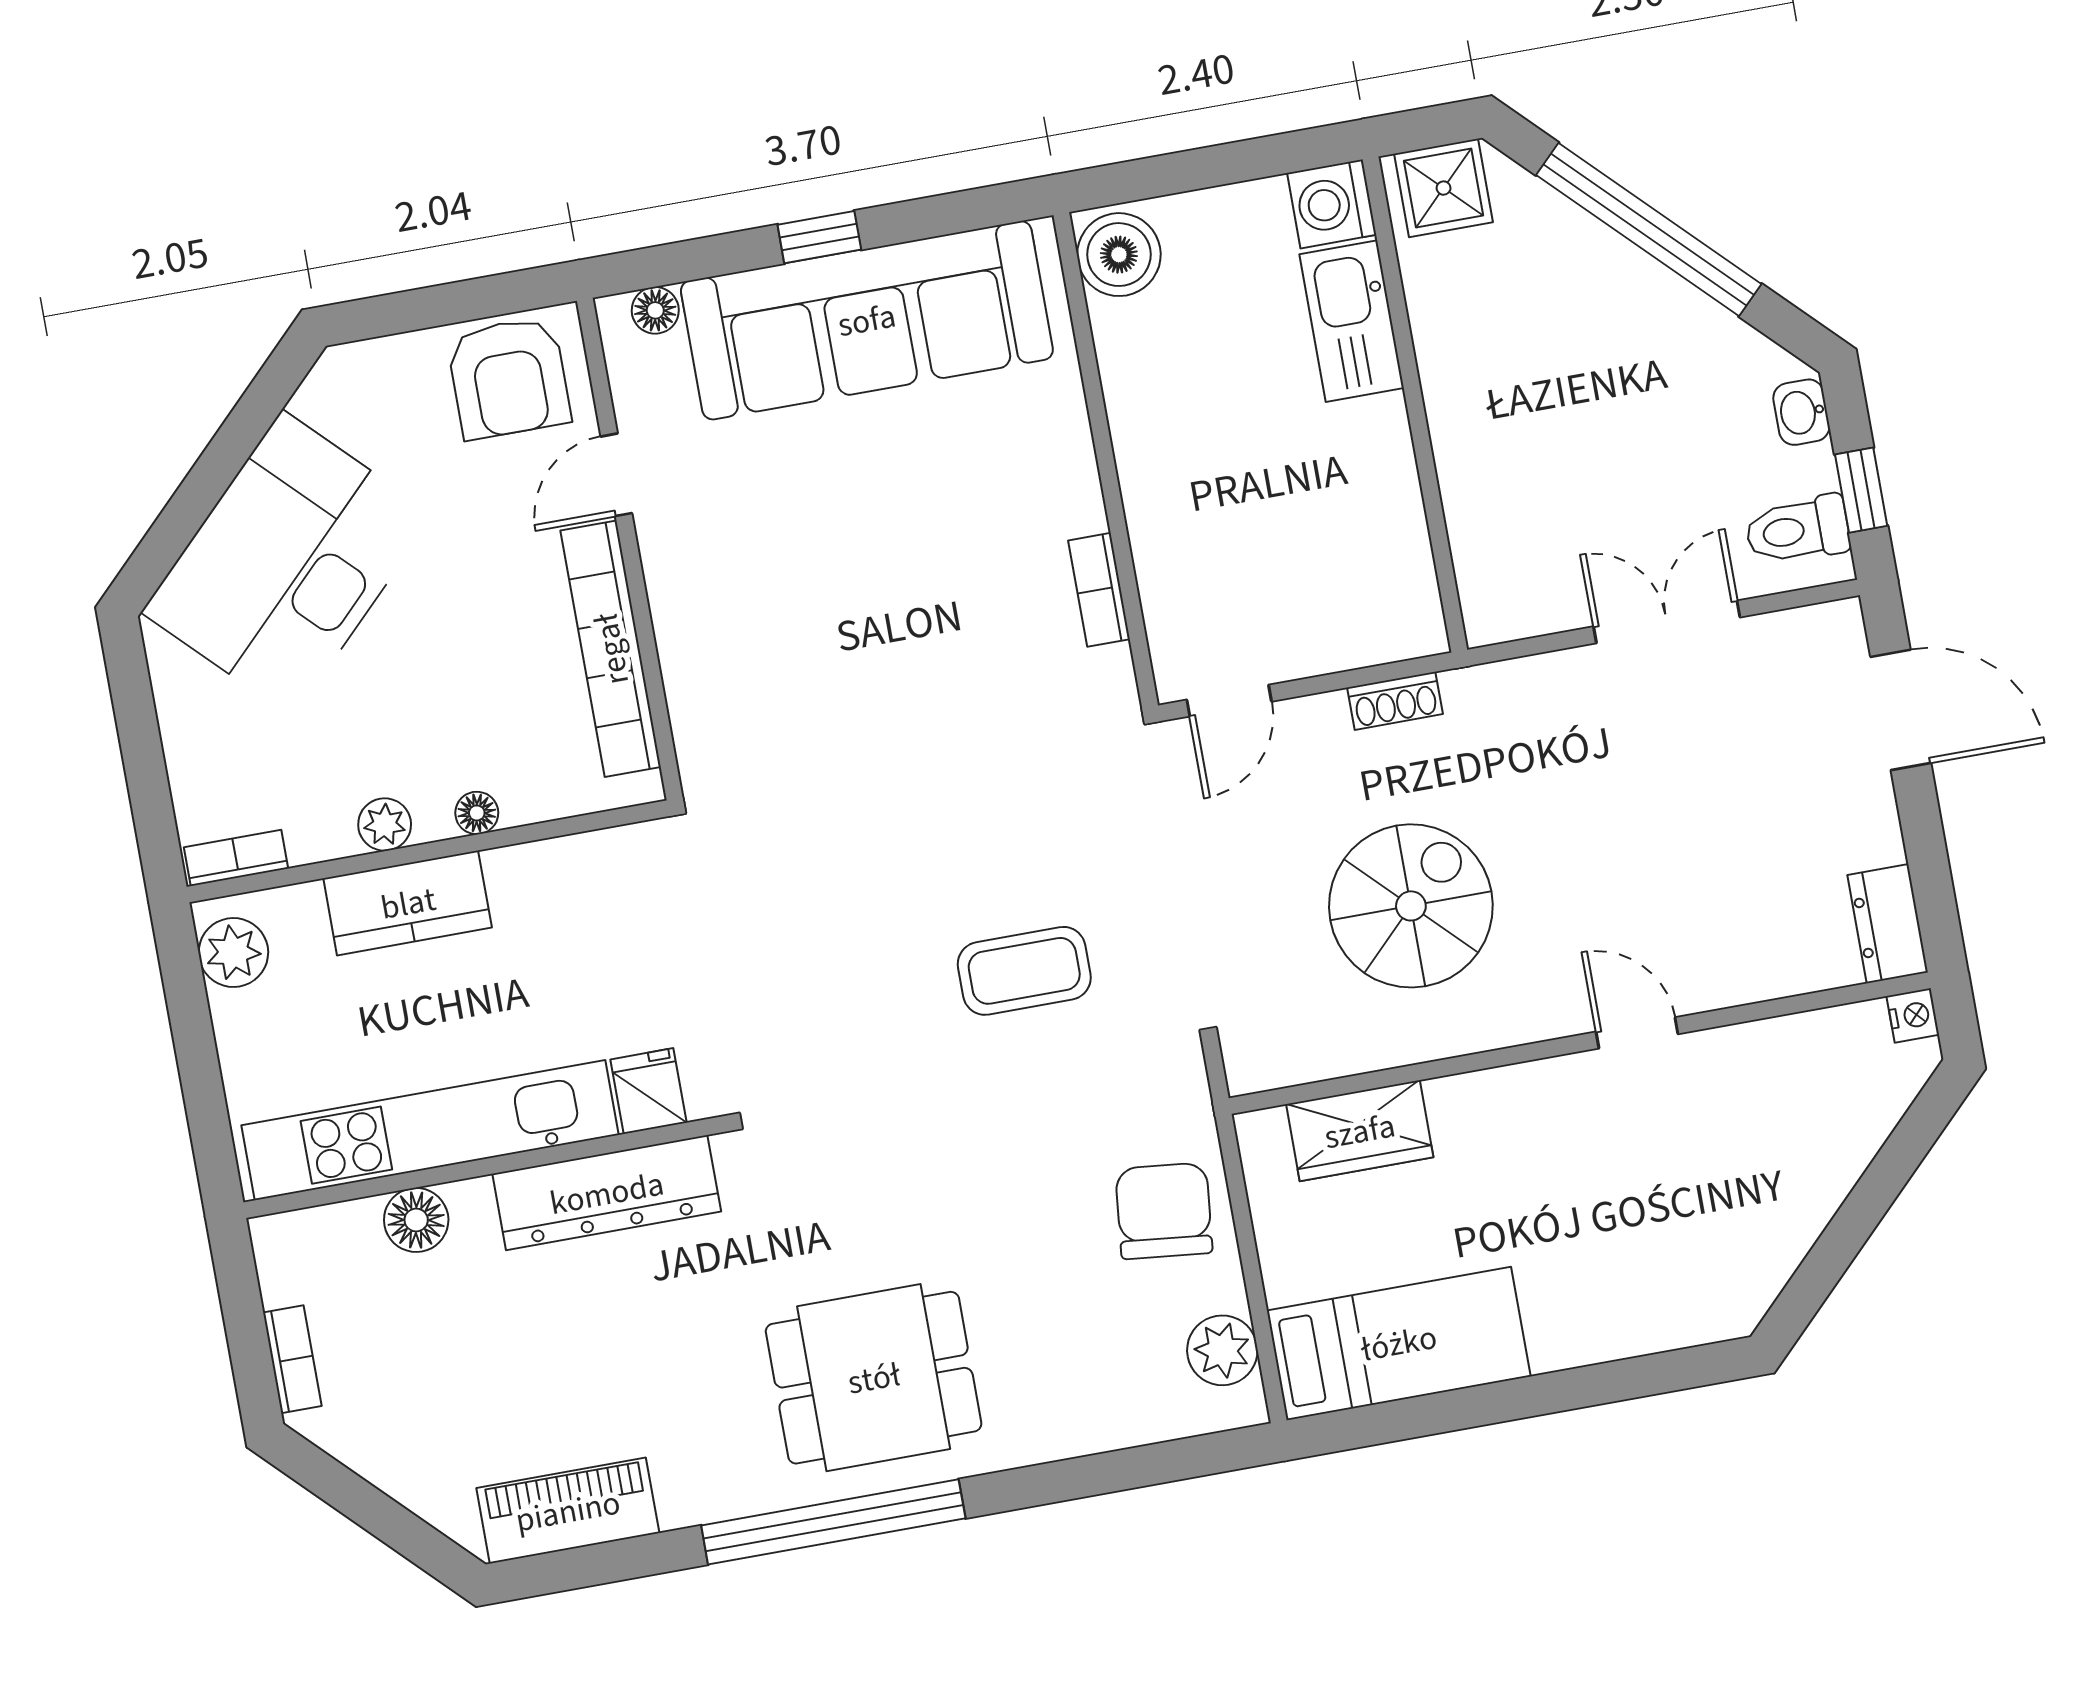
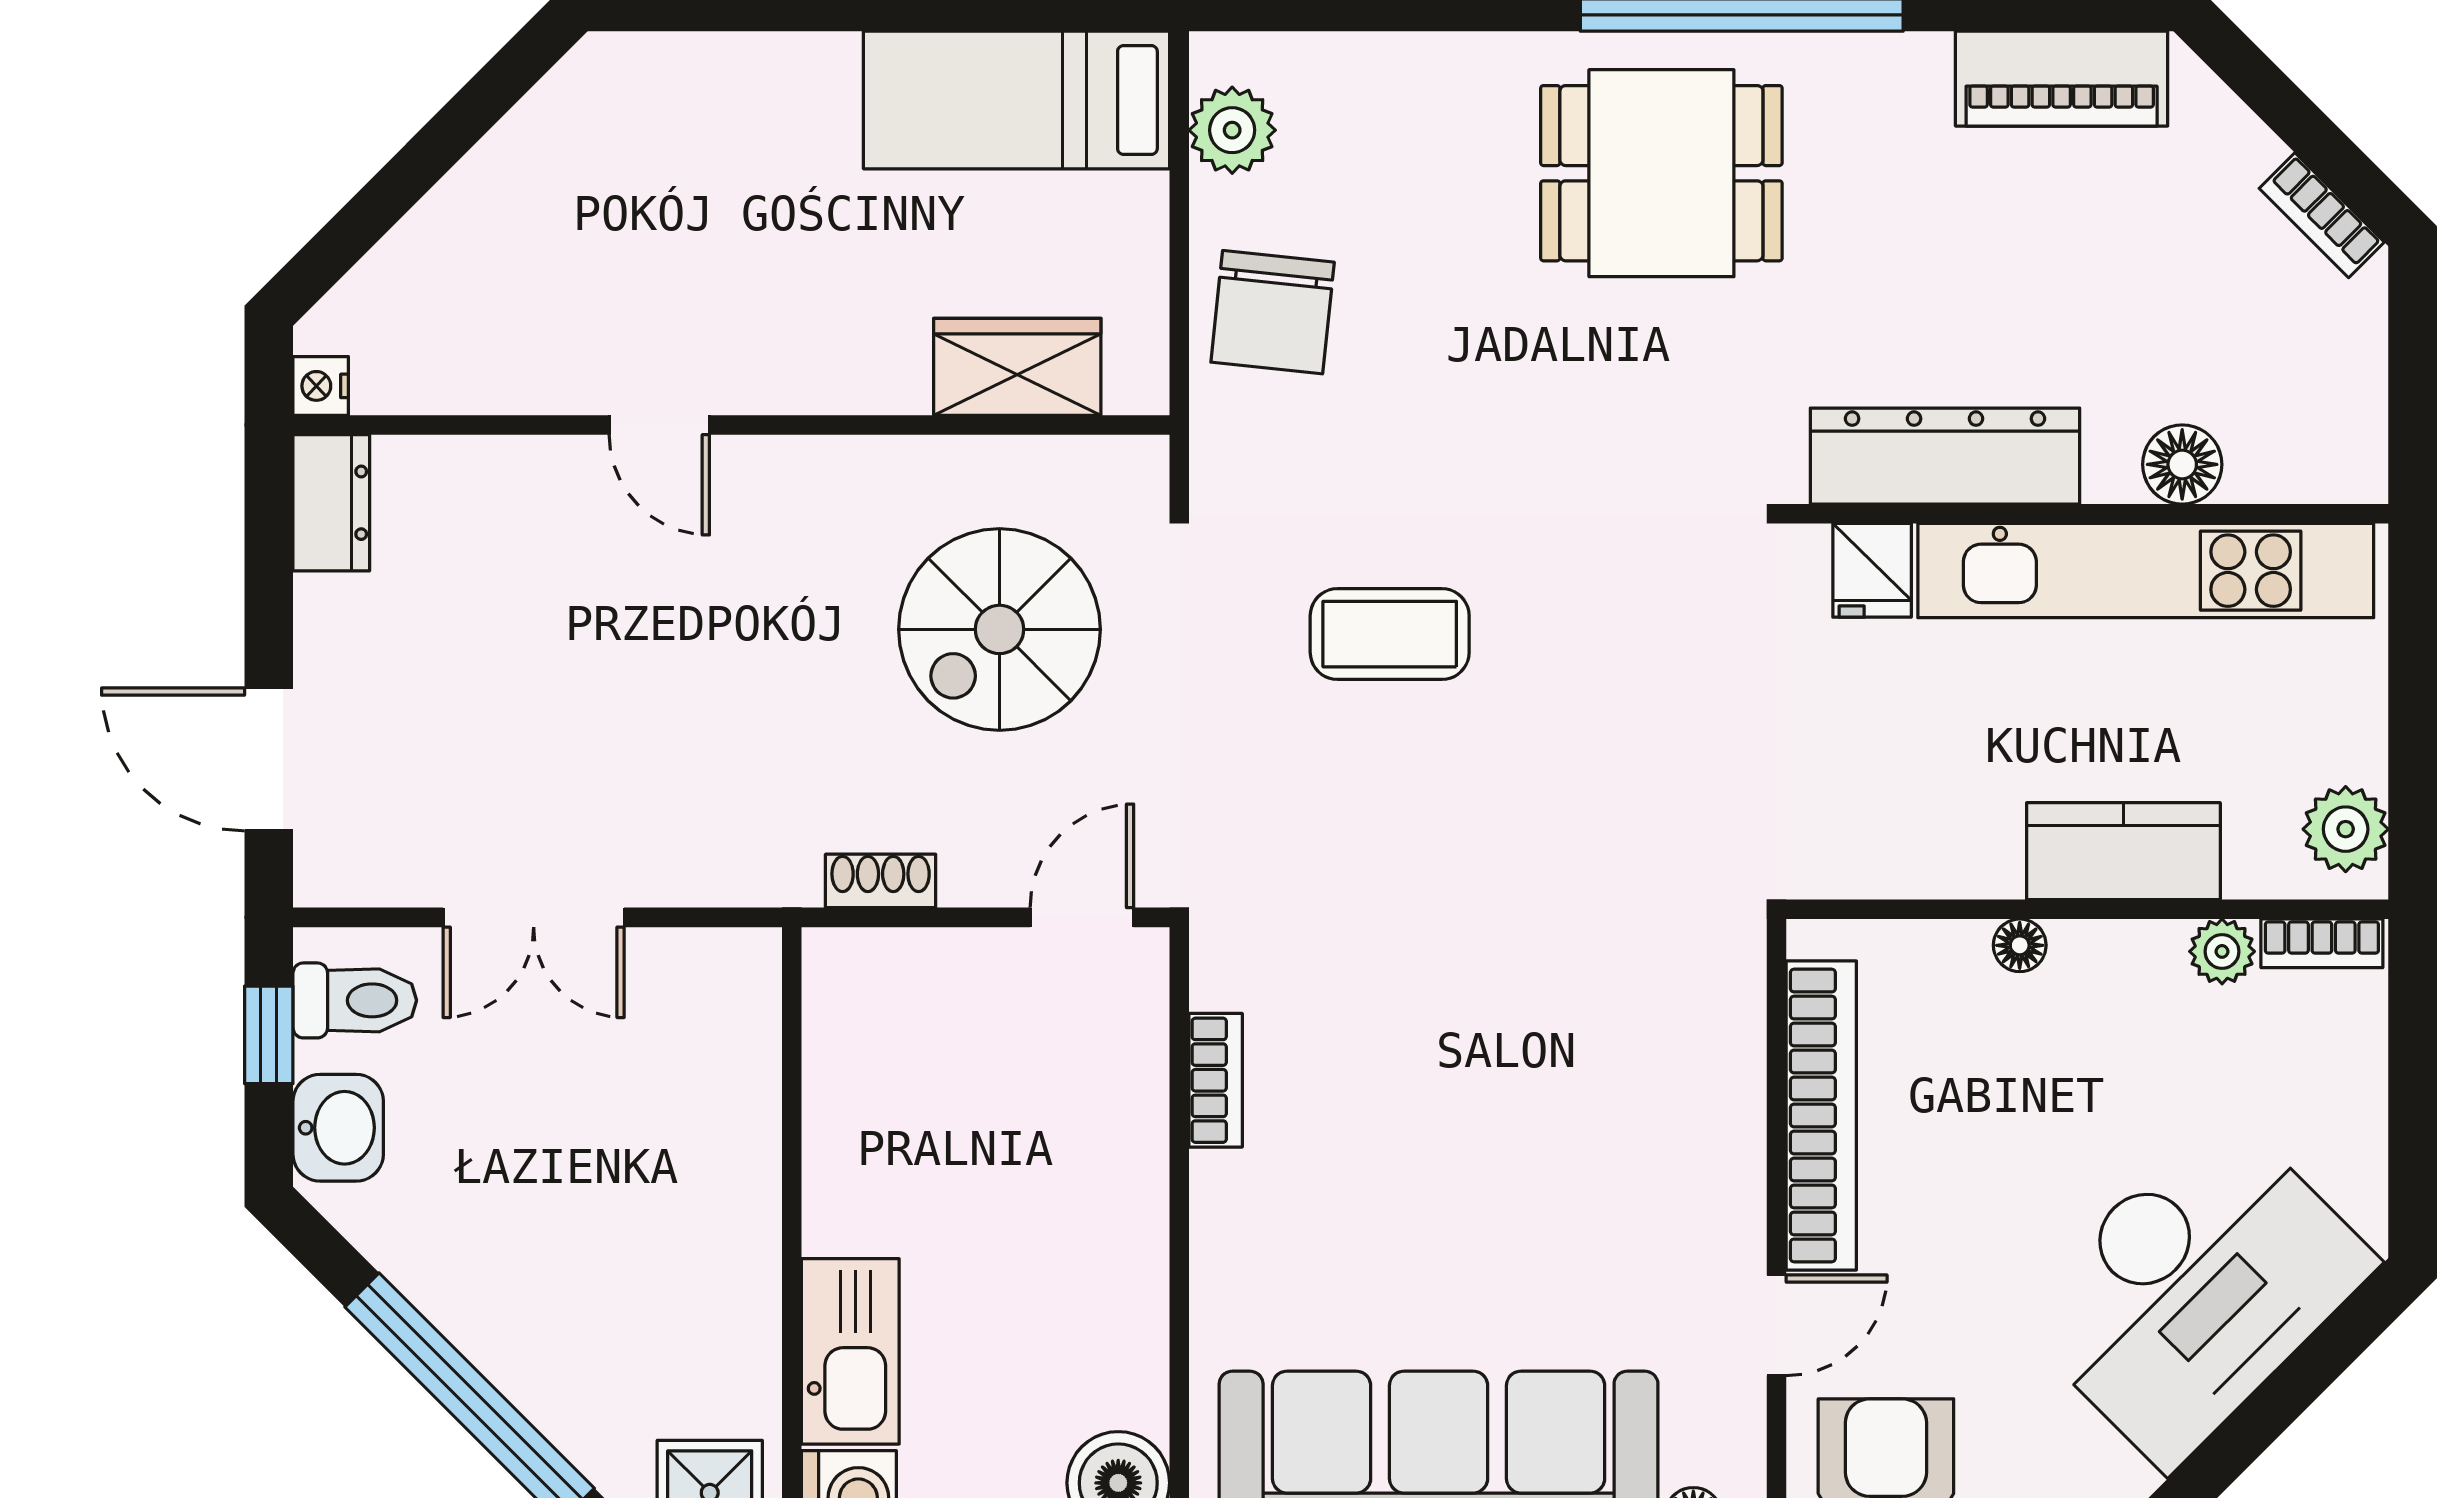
washbasin: (1801, 412) -> (338, 1128), width x1.38, depth x1.45
plant: (385, 824) -> (2222, 951), moved
spiral stairs: (1411, 906) -> (1000, 629), moved
bookcase: (292, 1359) -> (2322, 215), moved, turned -45

